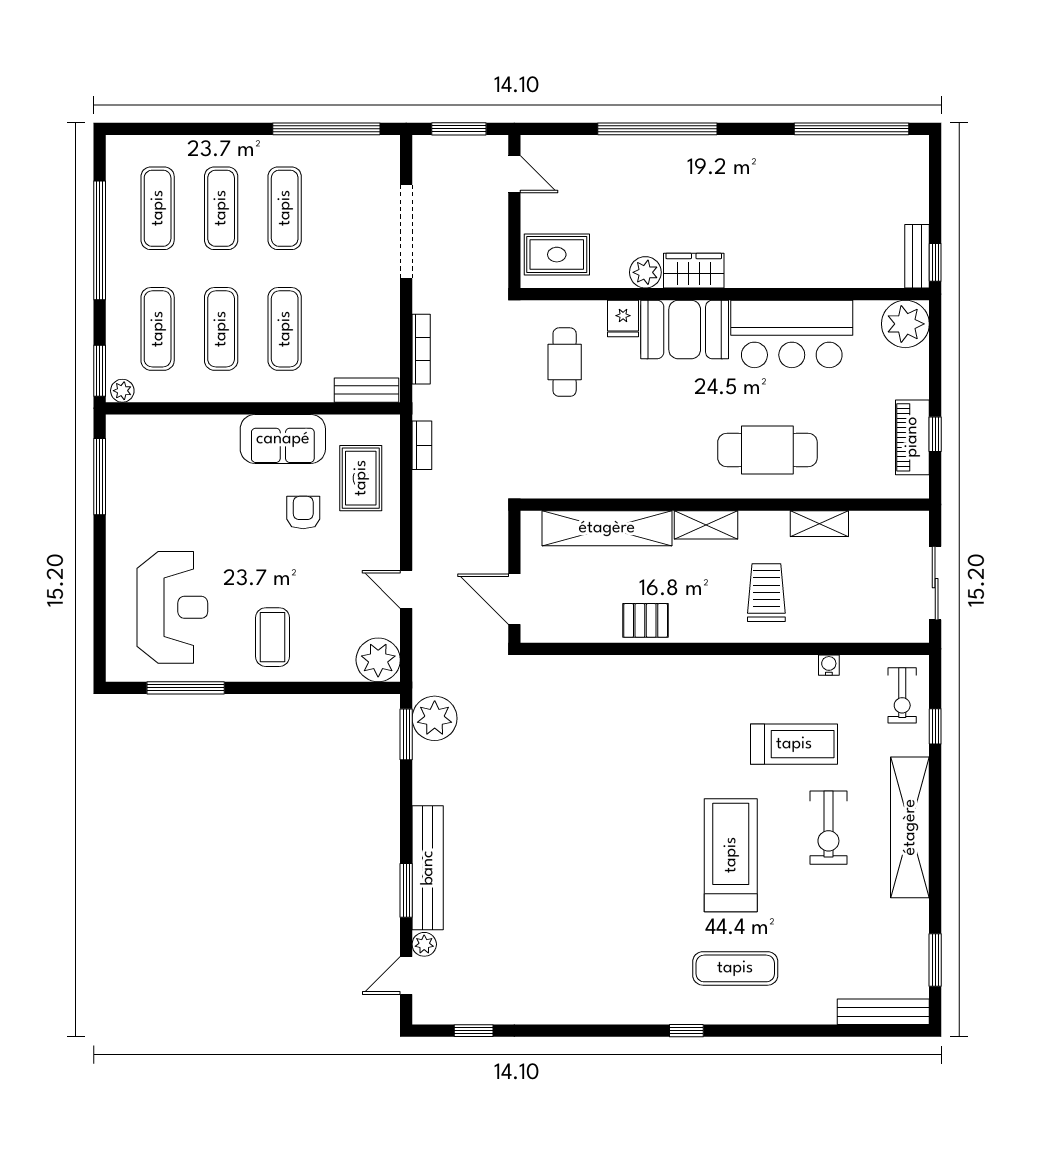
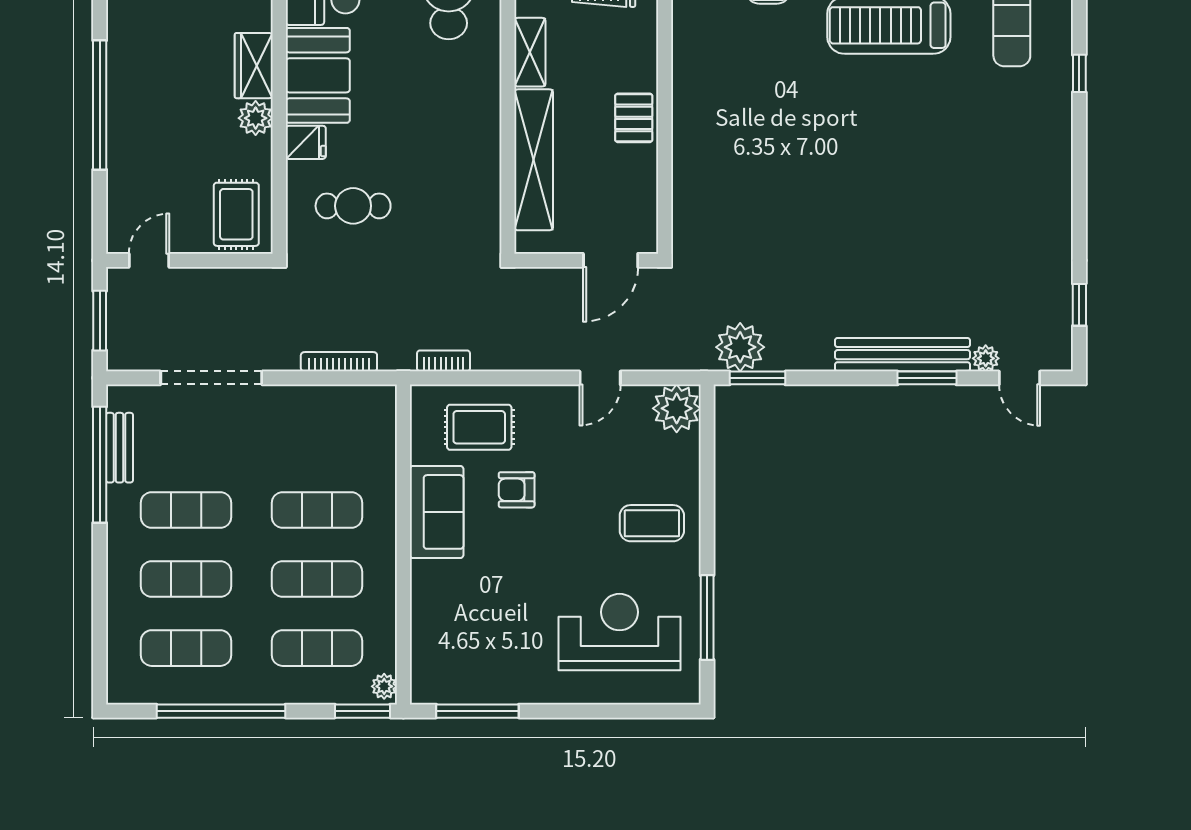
bench: (366, 390) -> (120, 448), moved

